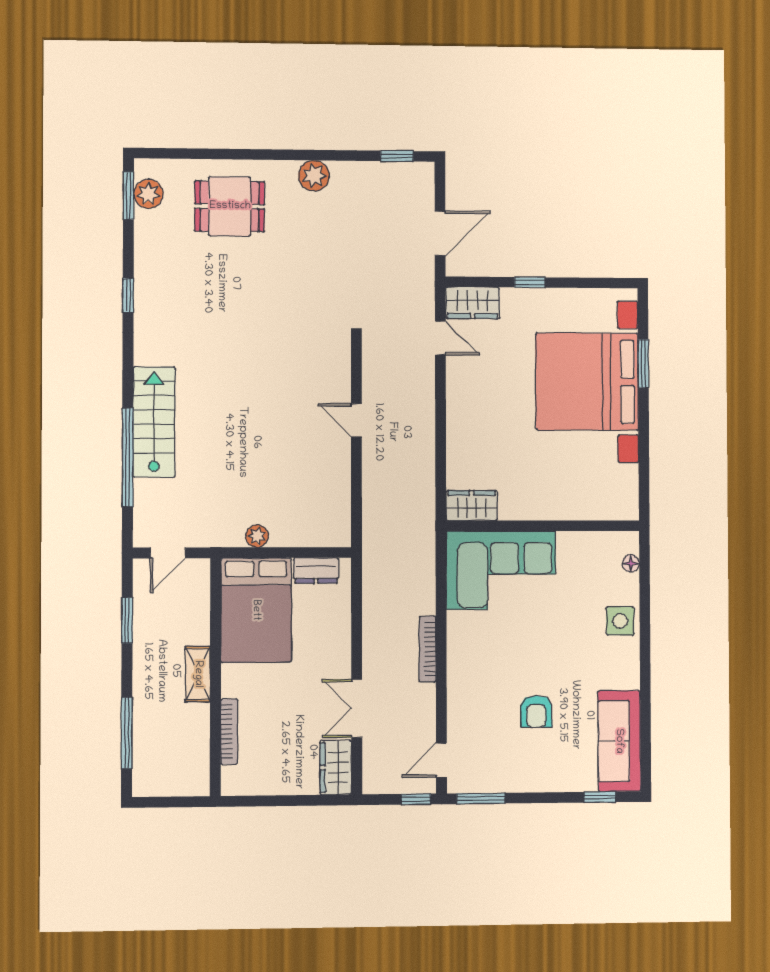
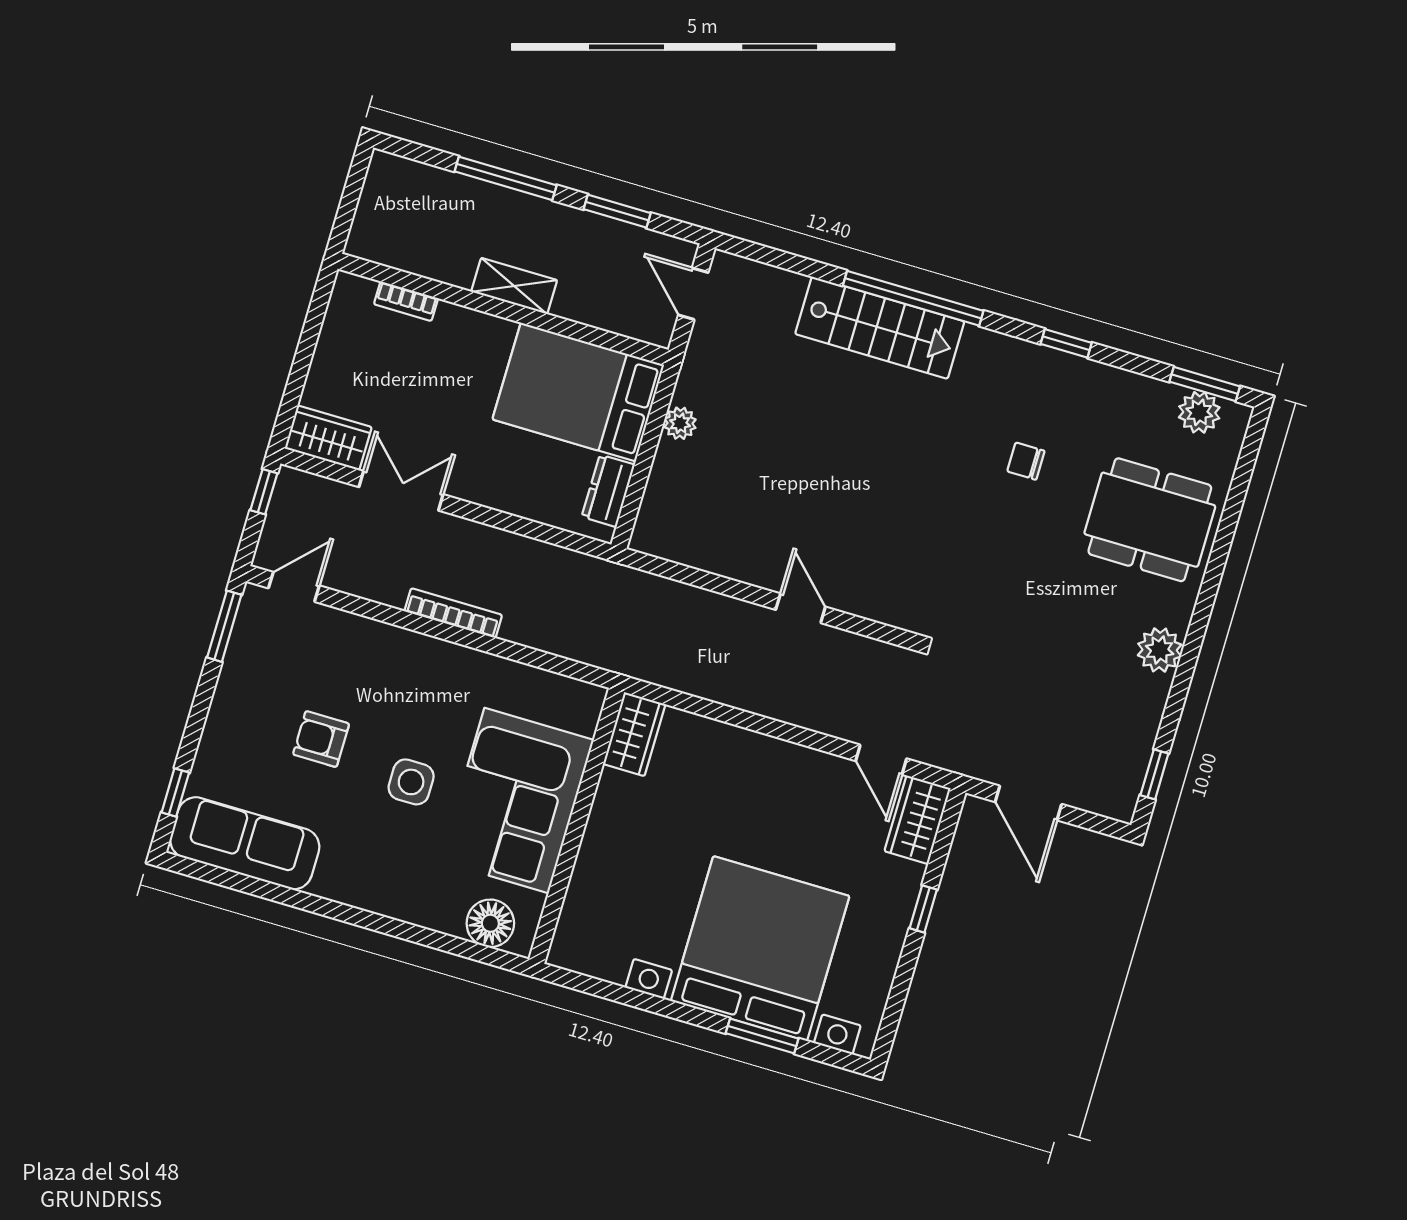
dining table: (230, 206) -> (1150, 520), width x1.38
chair: (215, 299) -> (1026, 461), added
door: (440, 338) -> (881, 760), hinge flipped
door: (356, 420) -> (801, 608), hinge flipped
window: (128, 457) -> (913, 298), moved
floor lamp: (631, 563) -> (490, 923), width x1.89, depth x1.89
corner sofa: (501, 570) -> (517, 800), moved
side table: (620, 621) -> (411, 782), moved
bookcase: (229, 732) -> (406, 301), width x0.64
window: (127, 733) -> (506, 178), moved
door: (441, 760) -> (294, 587), hinge flipped
window: (416, 799) -> (264, 492), moved

